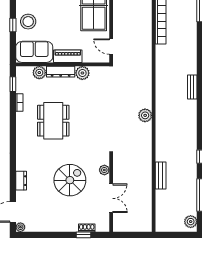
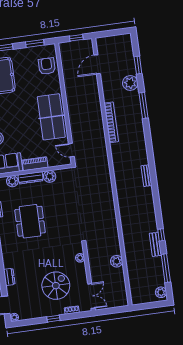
plant: (145, 115) -> (117, 261), moved
bench: (161, 176) -> (155, 244), moved
spiral stairs: (70, 180) -> (56, 286), moved
double door: (111, 198) -> (91, 296), moved
window: (84, 235) -> (53, 319), moved

